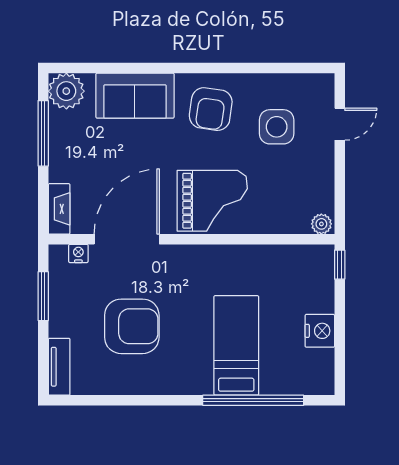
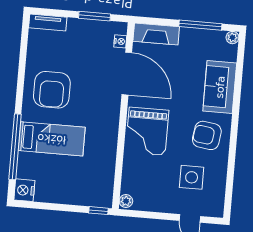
plant: (66, 91) -> (232, 38), width x0.53, depth x0.53
fireplace: (59, 209) -> (156, 34), width x1.37, depth x1.32
armchair: (132, 326) -> (52, 90), moved
nightstand: (320, 331) -> (24, 190), moved, turned 90

